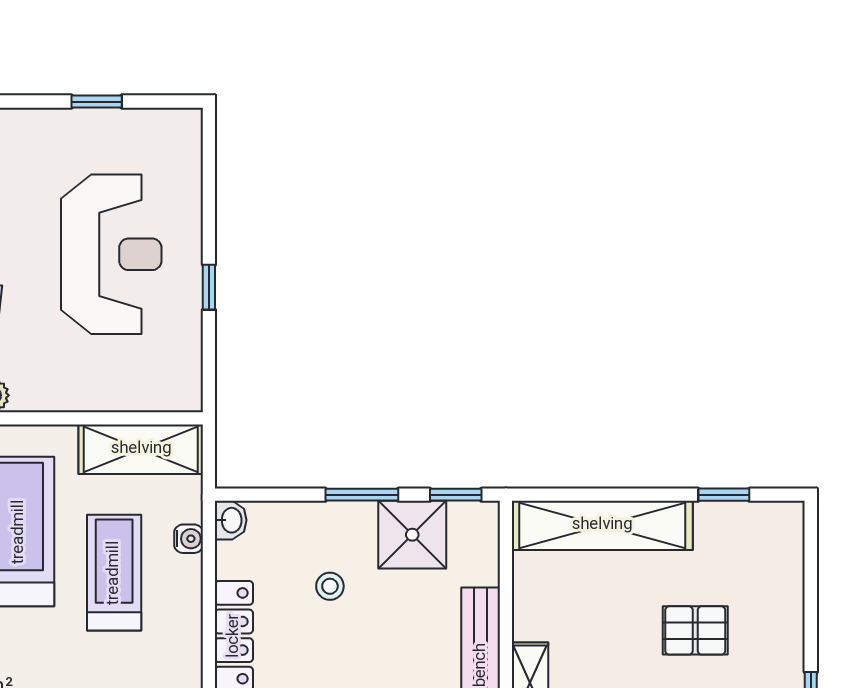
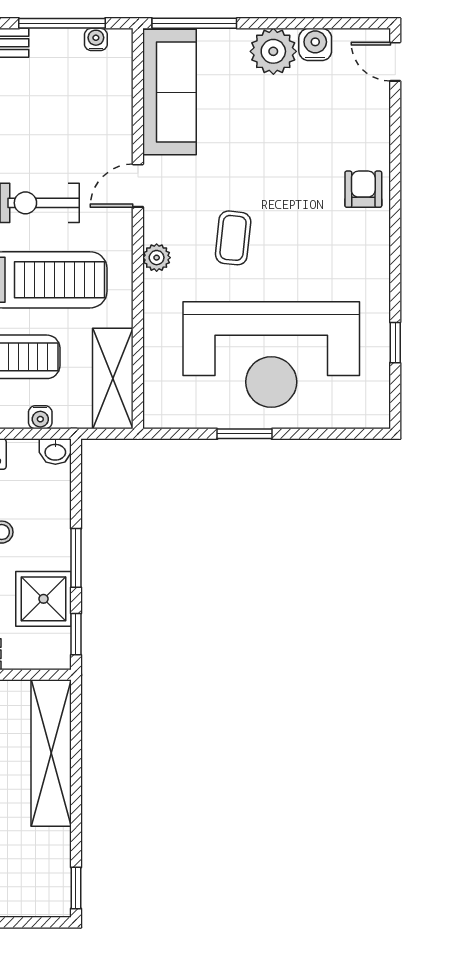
reception desk: (111, 254) -> (271, 354), width x1.36, depth x1.30
window: (209, 287) -> (244, 434), width x1.50
window: (724, 495) -> (76, 888), moved

